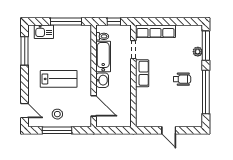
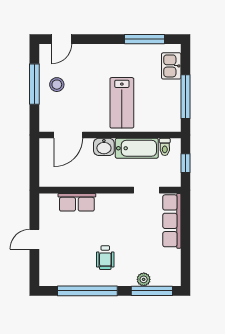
row of seats: (142, 73) -> (77, 202), moved
lab bench: (59, 79) -> (122, 103), moved

